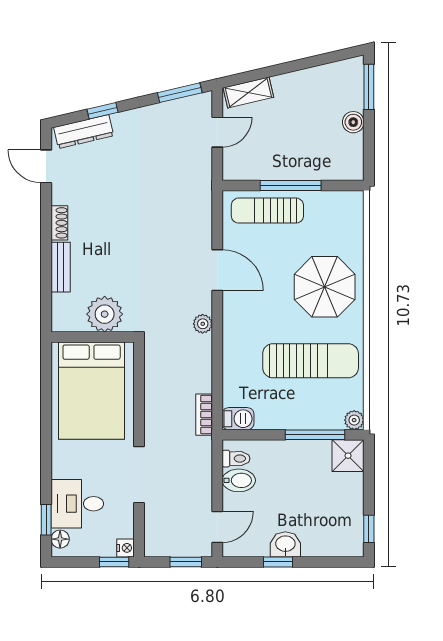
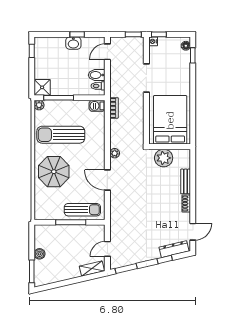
door: (46, 166) -> (193, 232), hinge flipped
desk: (77, 504) -> (177, 63), removed
window: (186, 562) -> (133, 34), moved

